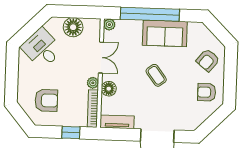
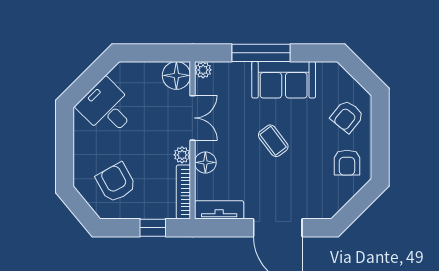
window: (150, 14) -> (261, 53), width x0.68
floor lamp: (73, 27) -> (176, 75), moved
armchair: (207, 92) -> (347, 163), turned -90
armchair: (46, 100) -> (116, 183), turned -119

